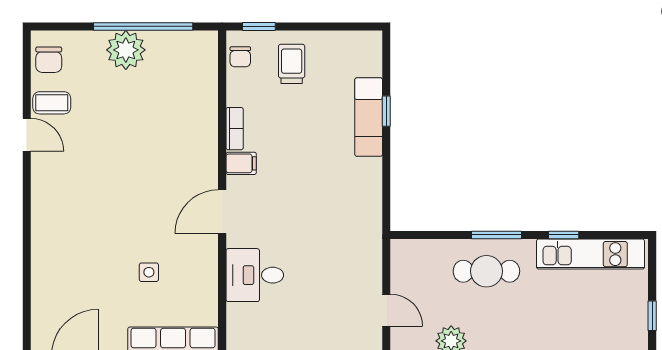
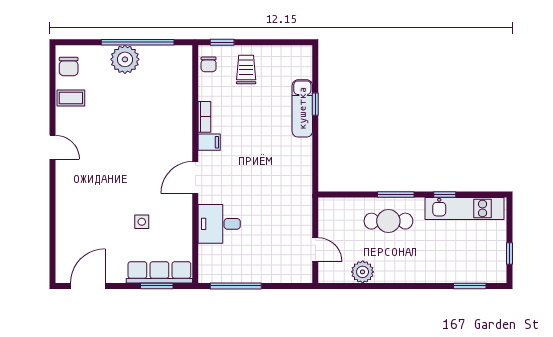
door: (27, 135) -> (53, 147), moved

